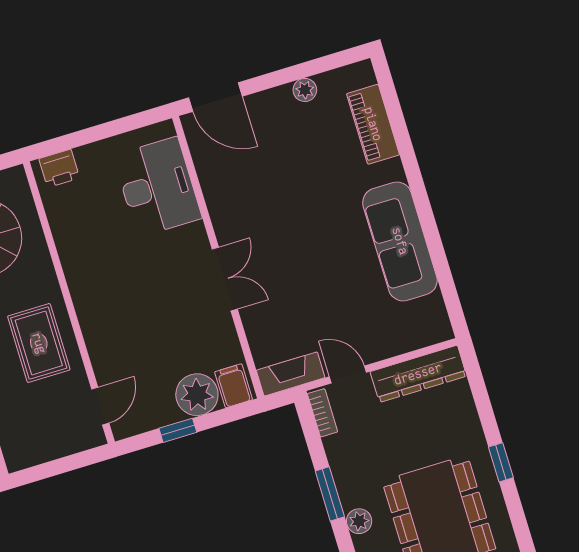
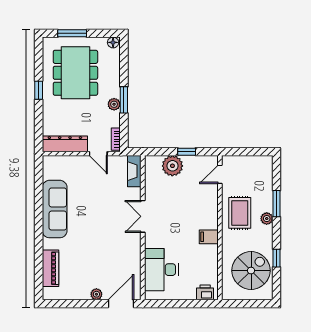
plant: (305, 90) -> (96, 294), moved
door: (215, 97) -> (121, 304), hinge flipped
fireplace: (291, 374) -> (134, 171), moved, turned 90
filing cabinet: (234, 386) -> (209, 237), moved, turned 90
plant: (359, 521) -> (114, 104), moved

